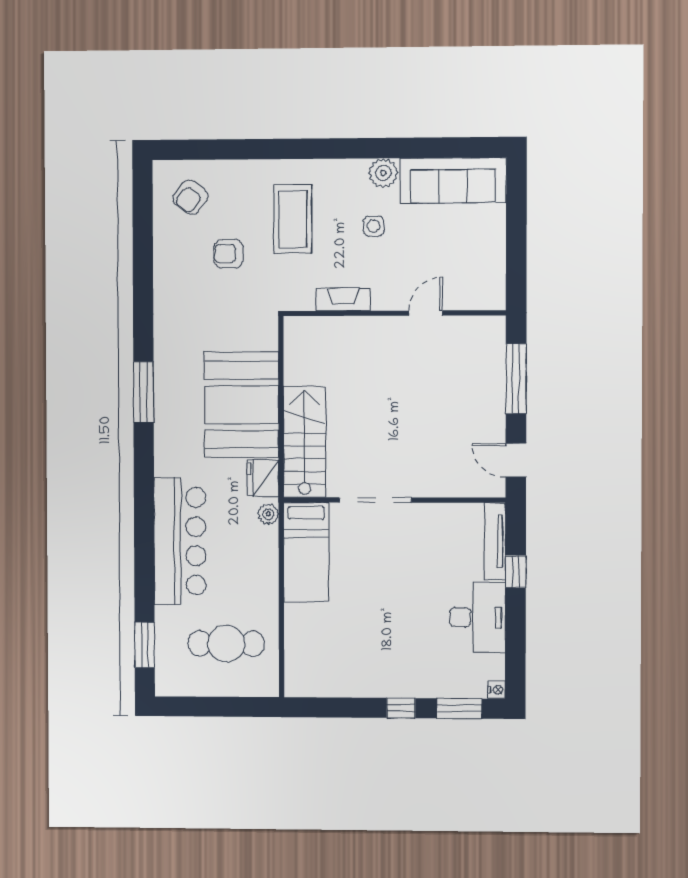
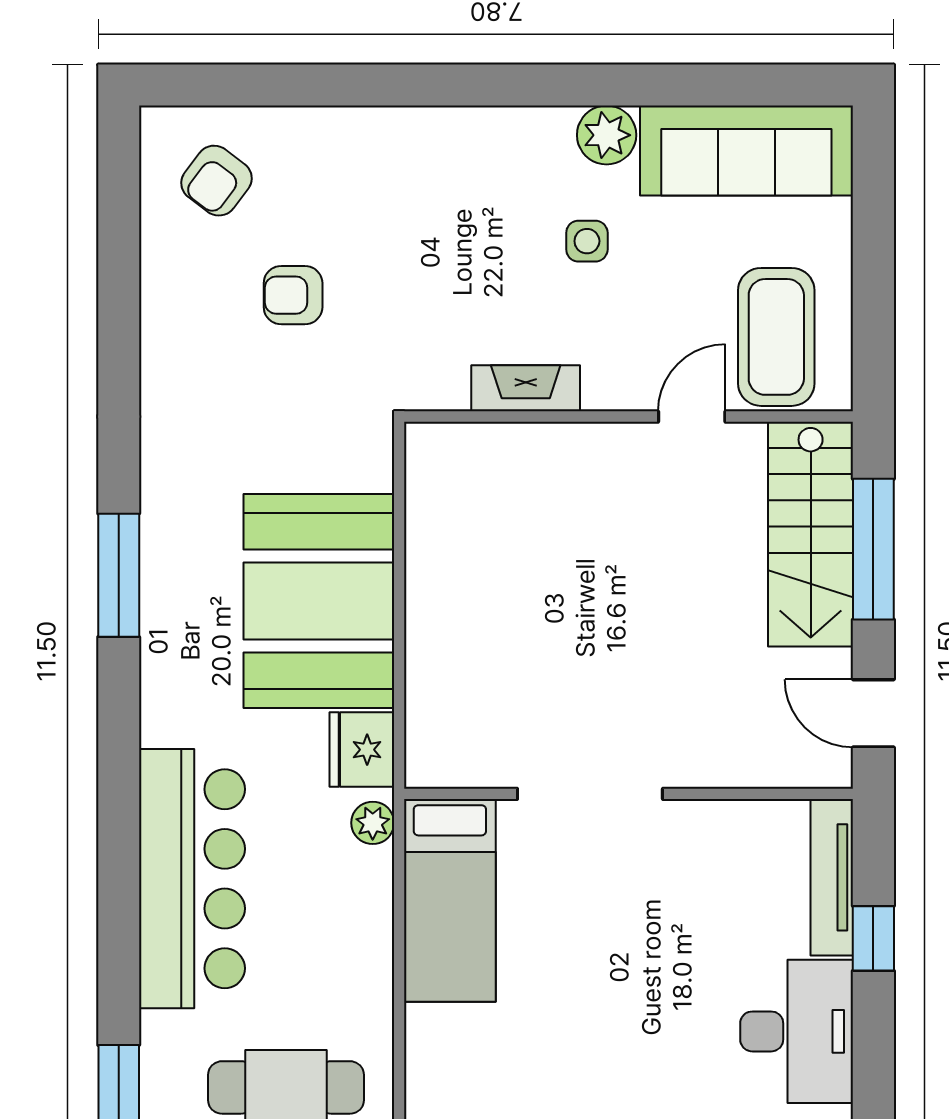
coffee table: (293, 219) -> (776, 337), moved
stairs: (304, 442) -> (811, 534), moved, turned 180

